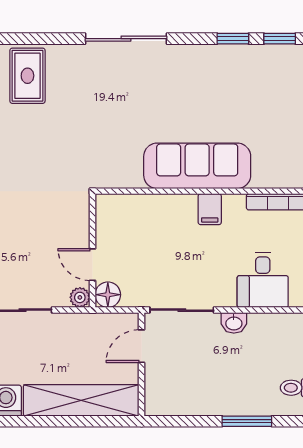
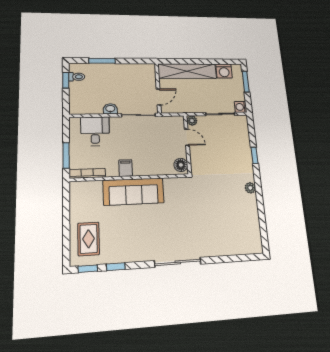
rug: (27, 76) -> (89, 239), moved
floor lamp: (108, 295) -> (181, 165), moved

